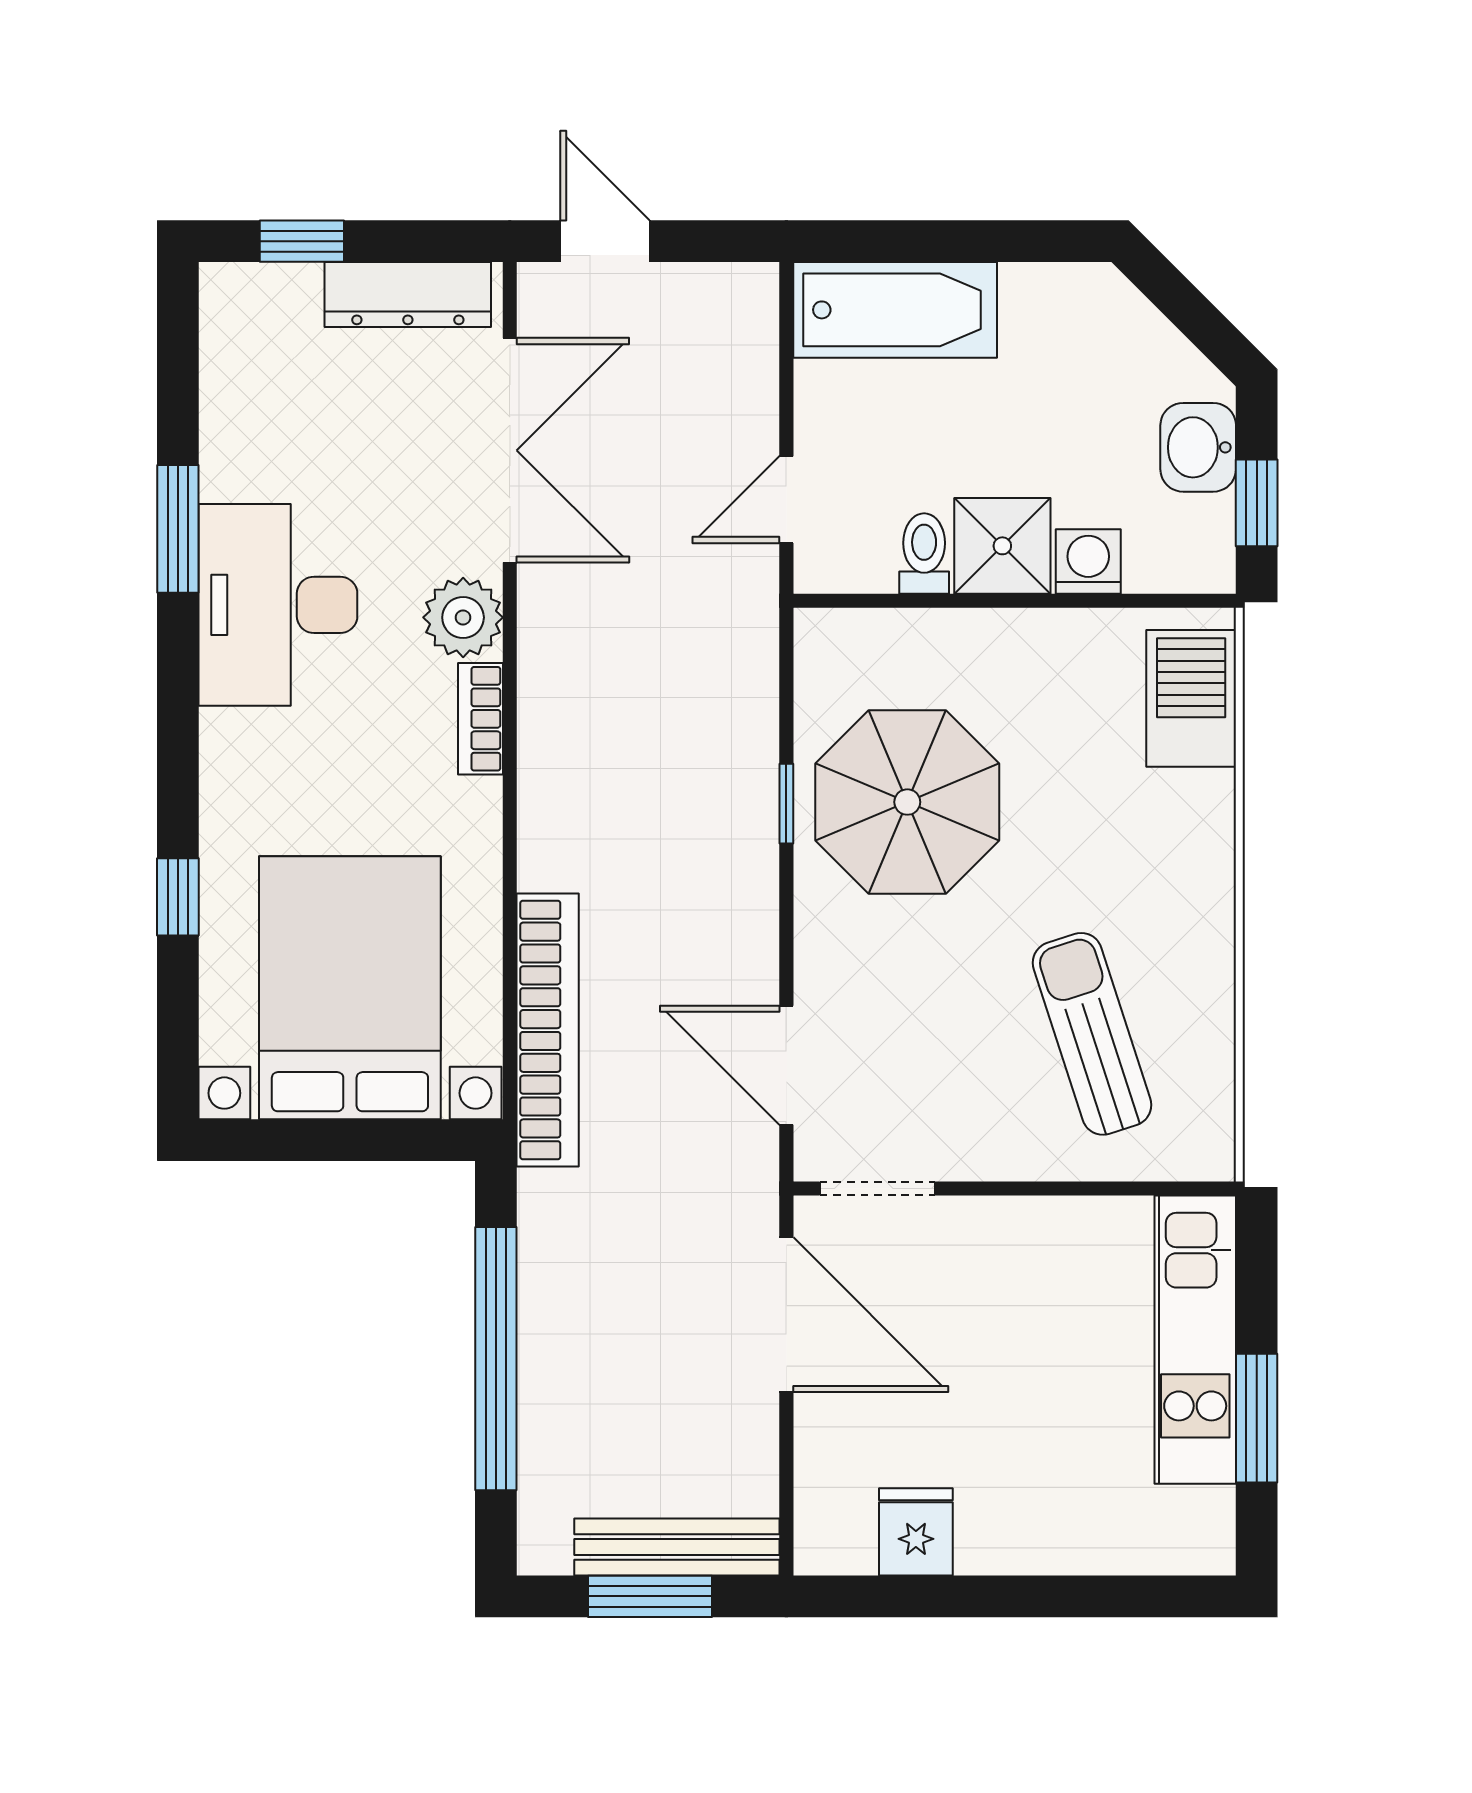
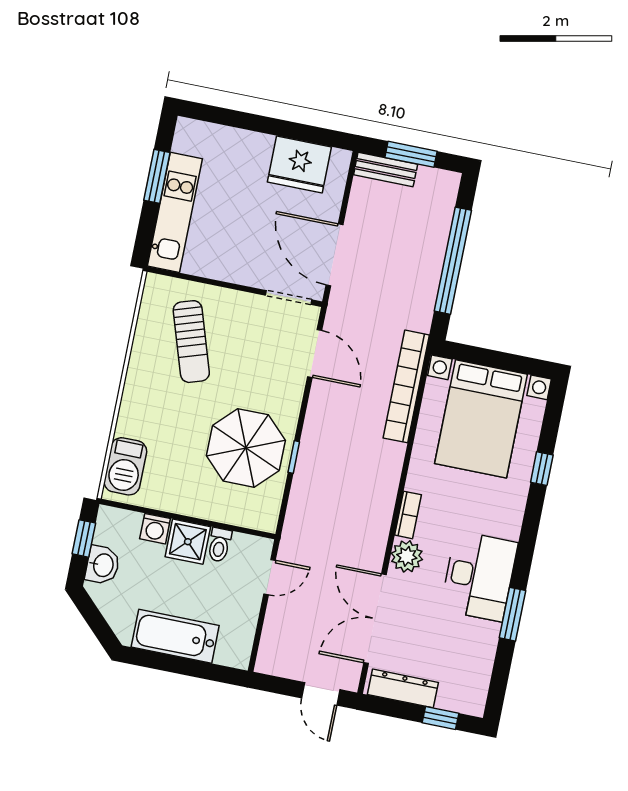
bathtub: (895, 310) -> (175, 636), moved
fridge: (916, 1532) -> (299, 164), width x1.88, depth x1.34
bench: (677, 1547) -> (386, 170), width x0.73

